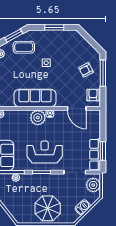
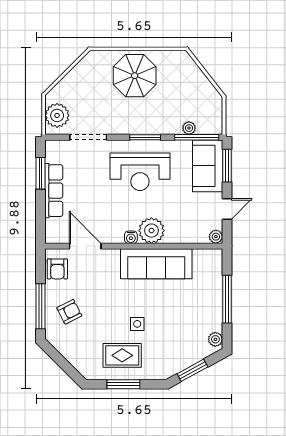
rug: (55, 44) -> (122, 355), added
coffee table: (24, 47) -> (175, 350), removed
row of seats: (95, 155) -> (54, 191), moved
barbecue: (83, 207) -> (75, 78), removed

